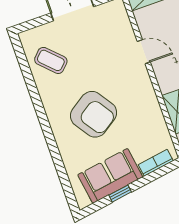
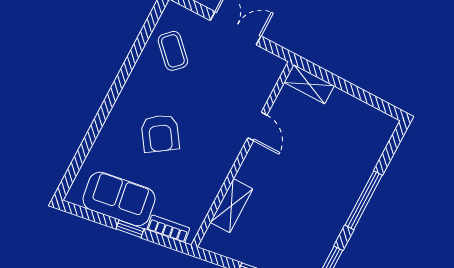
armchair: (94, 114) -> (160, 133), width x0.73, depth x0.73
window: (120, 194) -> (130, 229), moved

